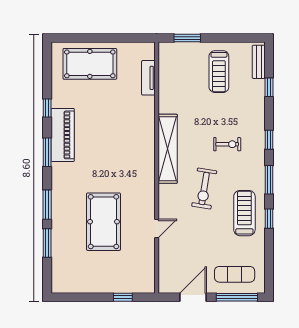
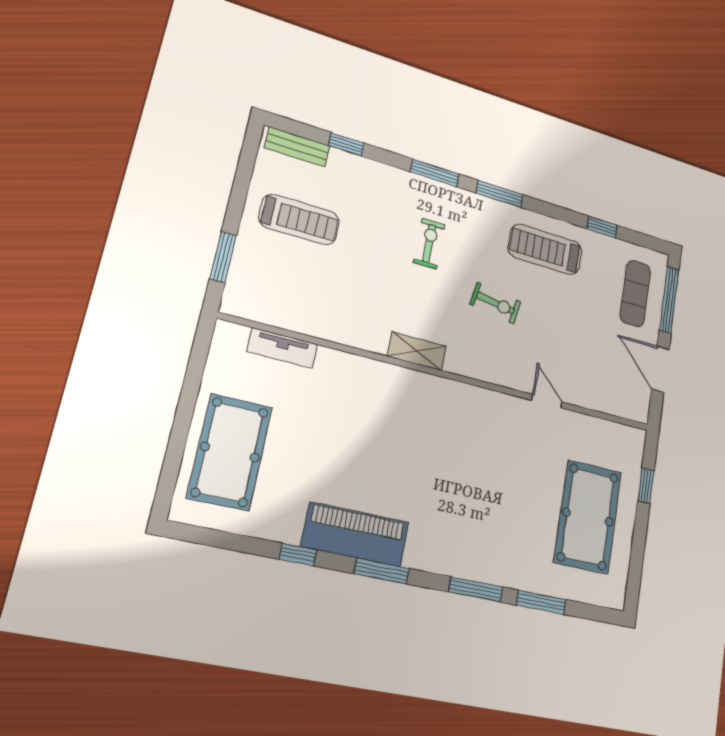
window: (269, 140) -> (435, 173), width x1.50
shelving: (168, 149) -> (417, 351), width x0.45, depth x0.75
exercise bike: (204, 189) -> (495, 303), width x0.73, depth x0.72
window: (269, 219) -> (602, 227), moved
pool table: (103, 222) -> (588, 517), moved, turned 90

